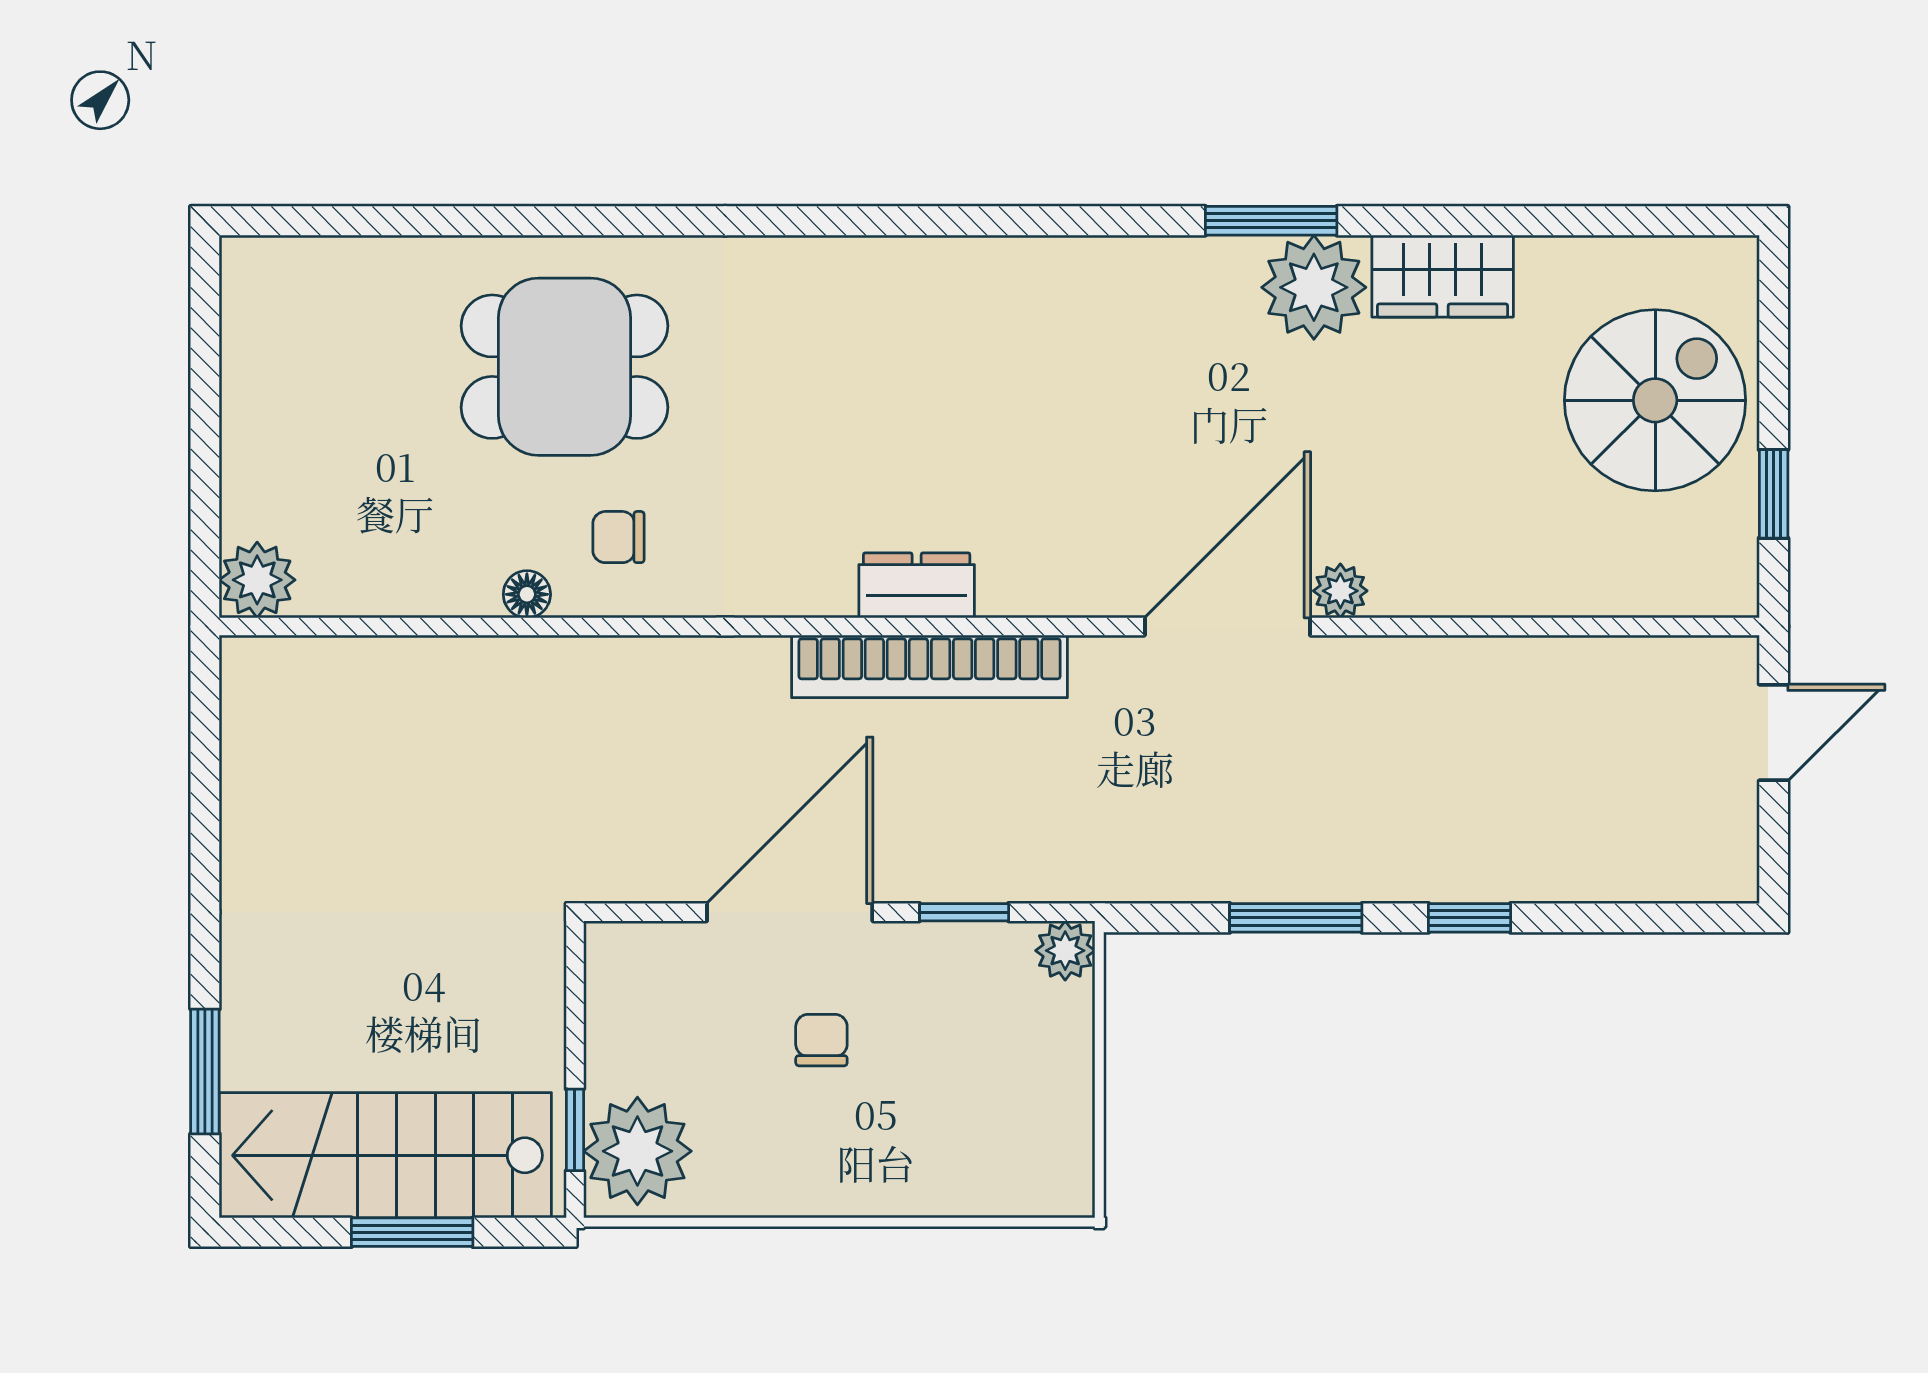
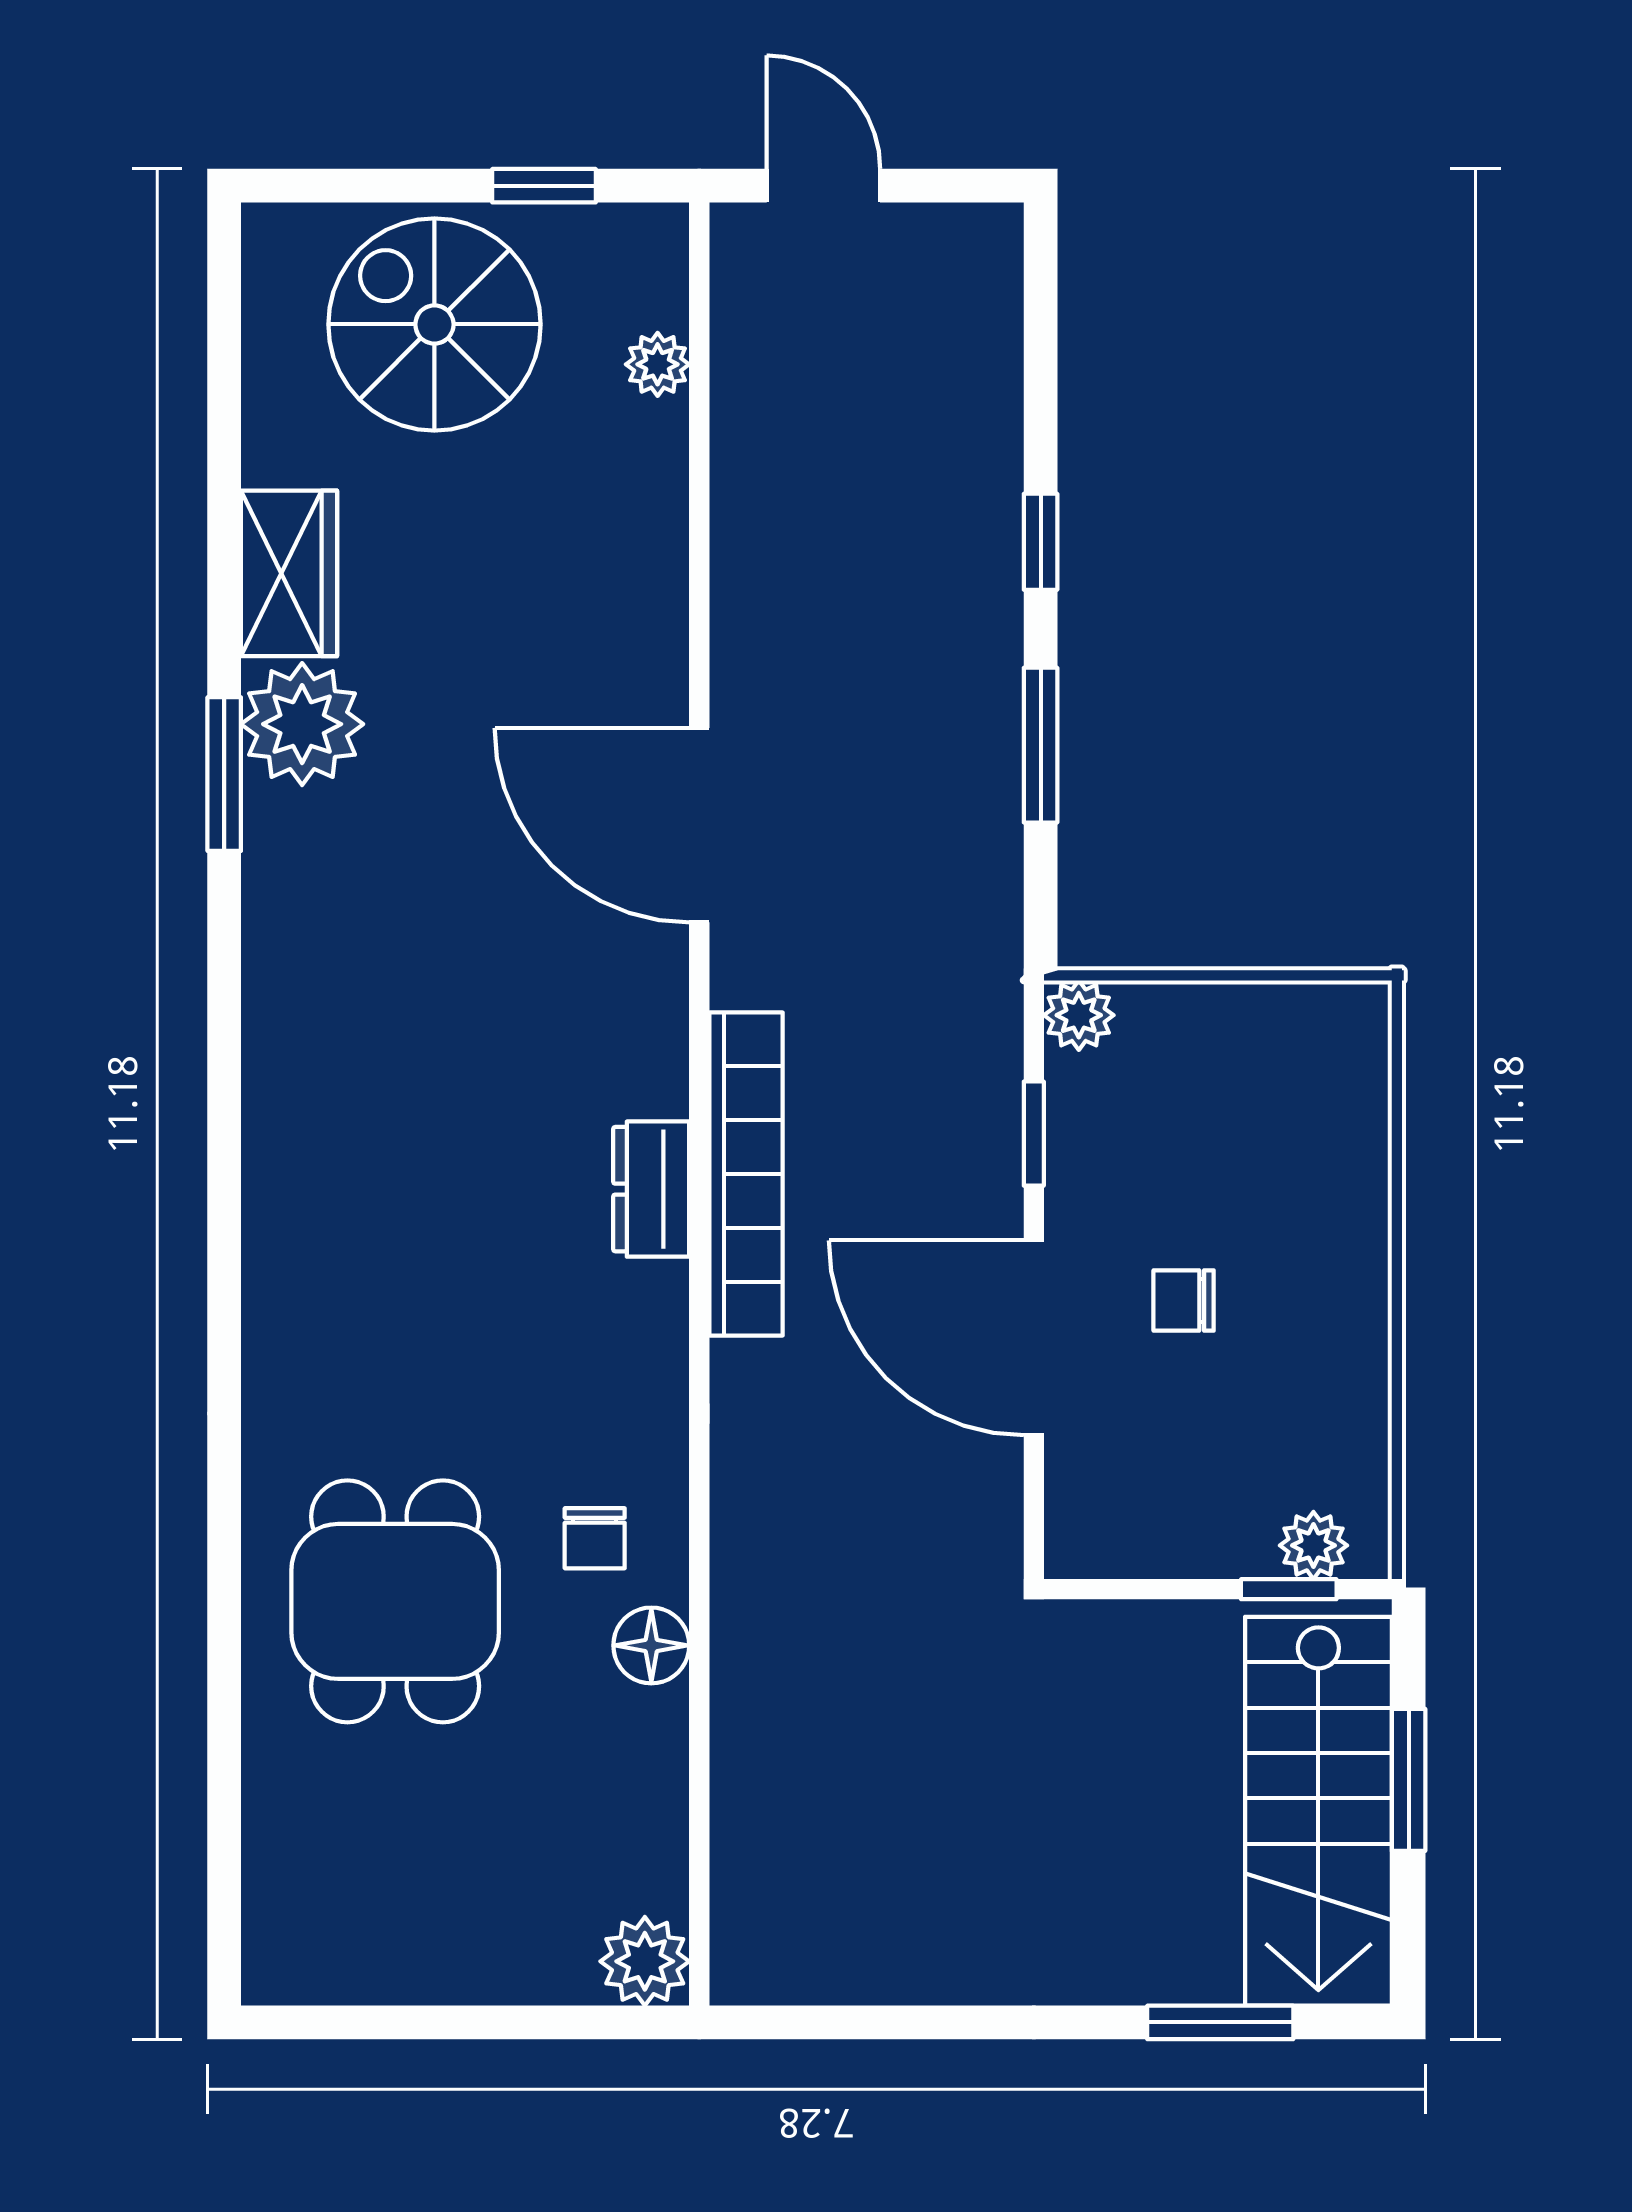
plant: (1340, 591) -> (658, 364), moved
floor lamp: (527, 594) -> (651, 1645), width x1.37, depth x1.37
plant: (637, 1151) -> (1313, 1545), width x0.53, depth x0.53

